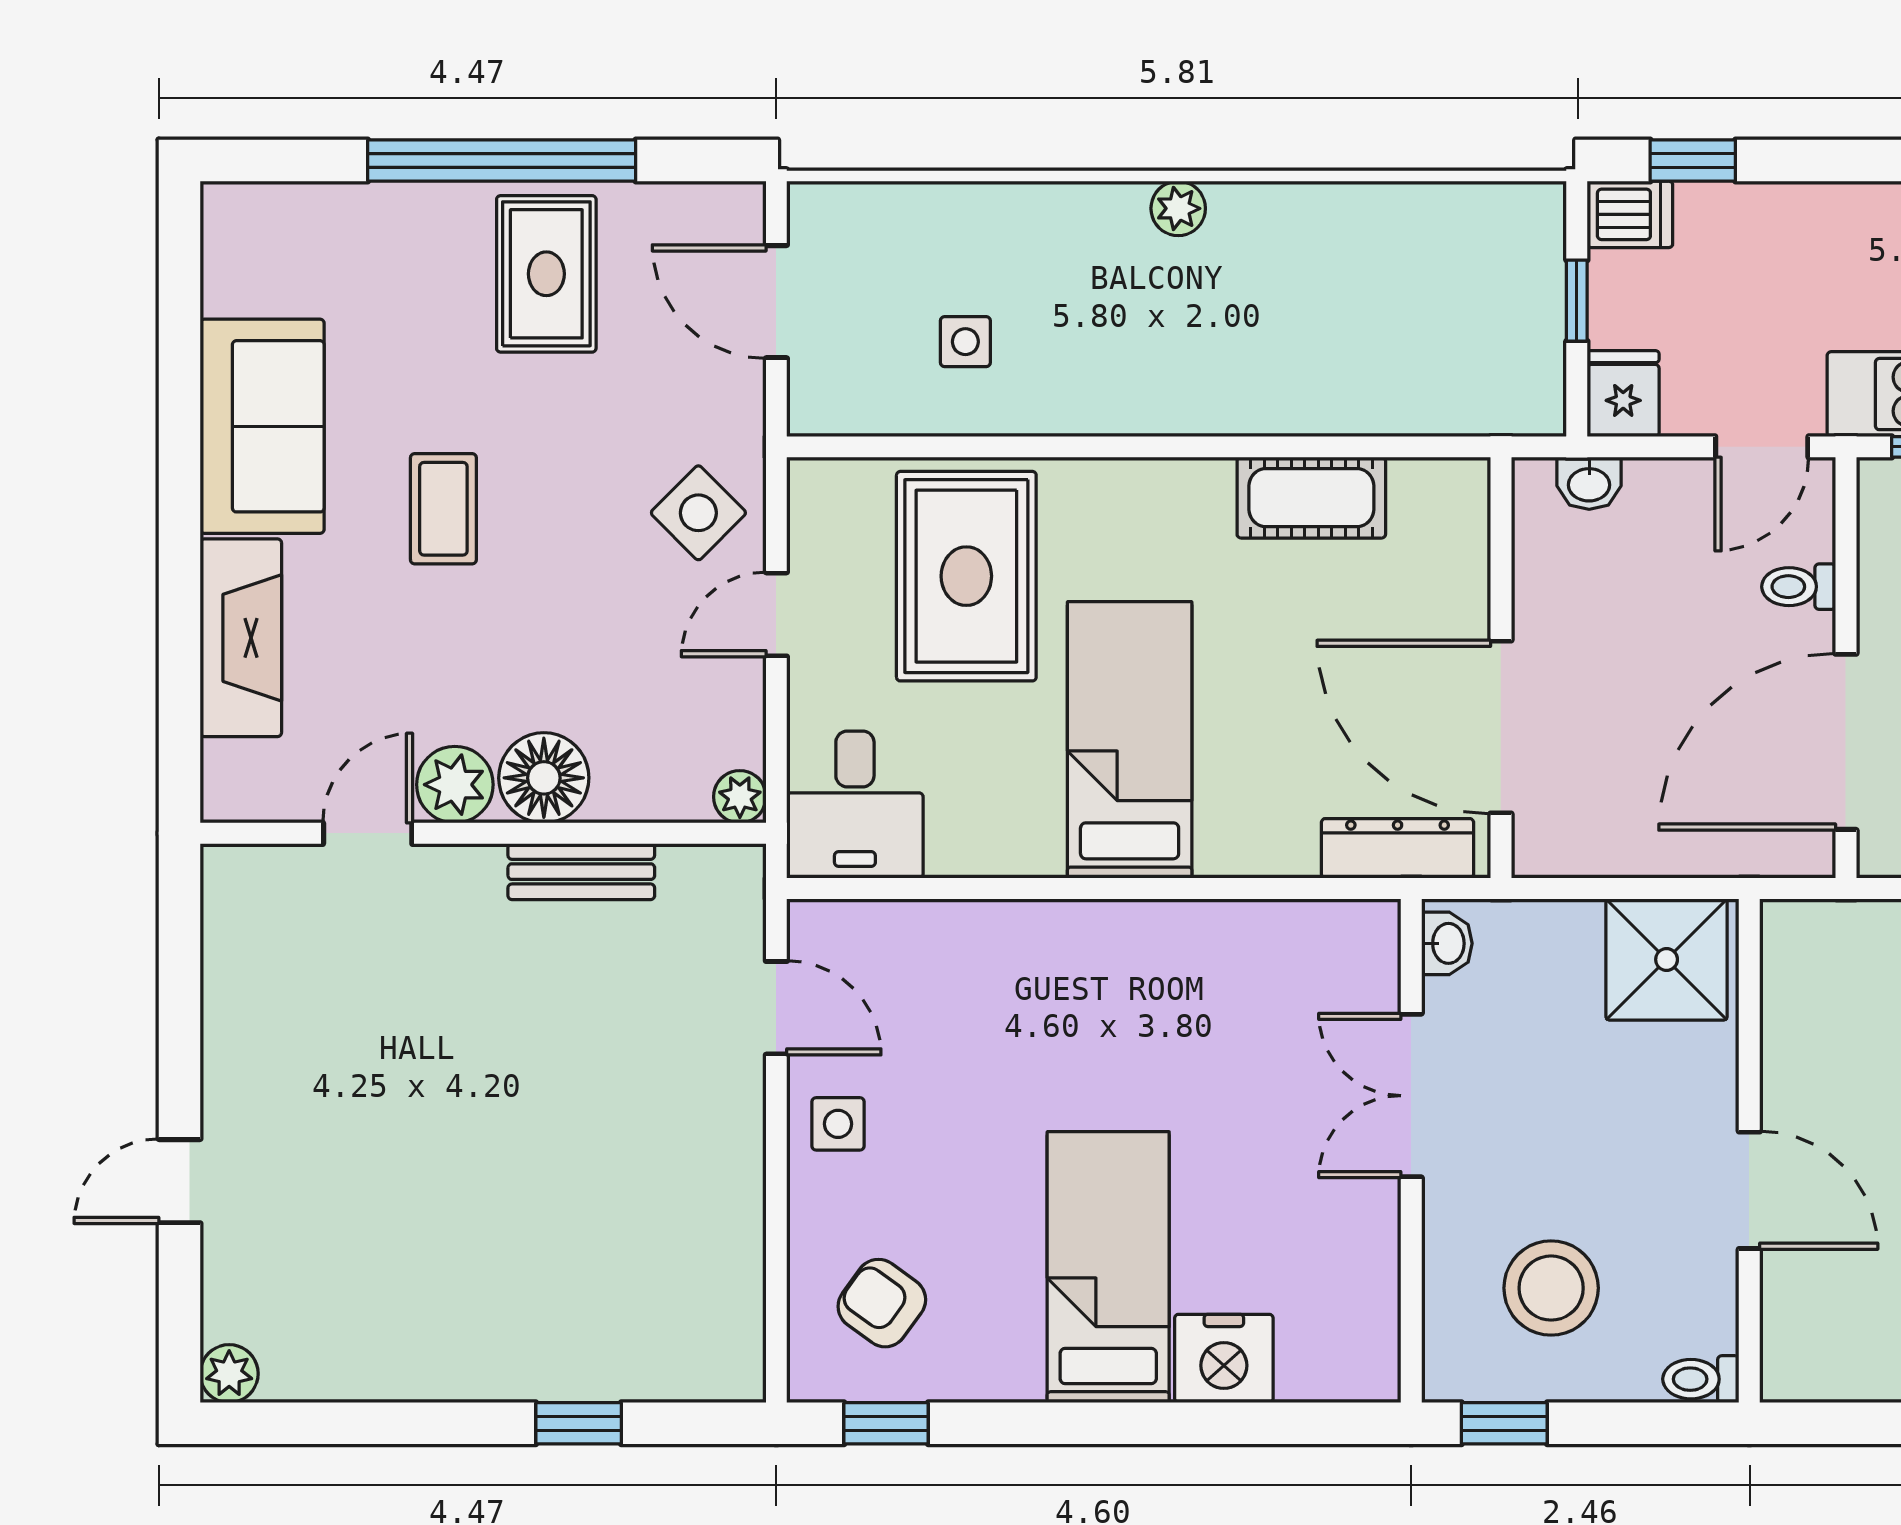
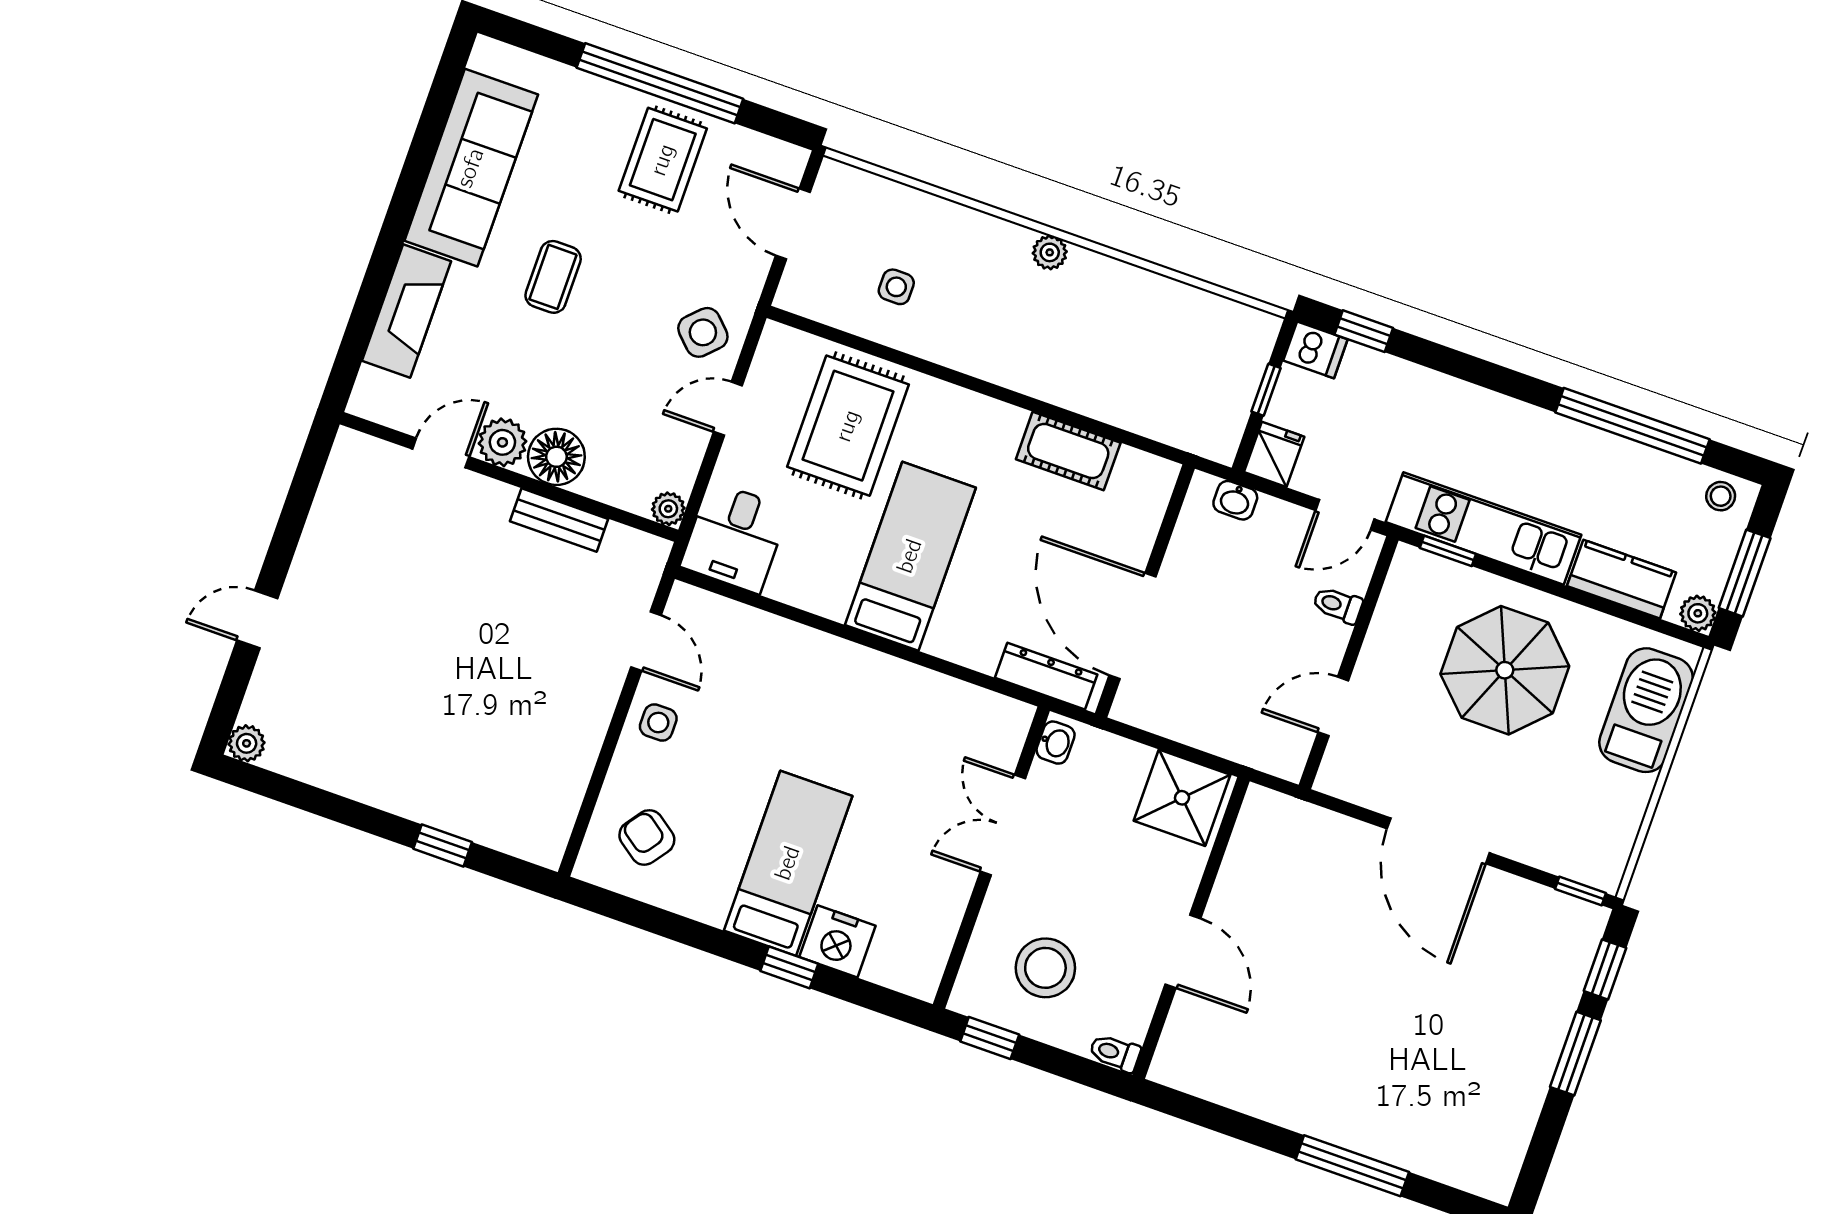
sofa: (262, 426) -> (471, 168), width x1.36
door: (1846, 742) -> (1333, 706), width x0.53
window: (886, 1423) -> (789, 967), moved

